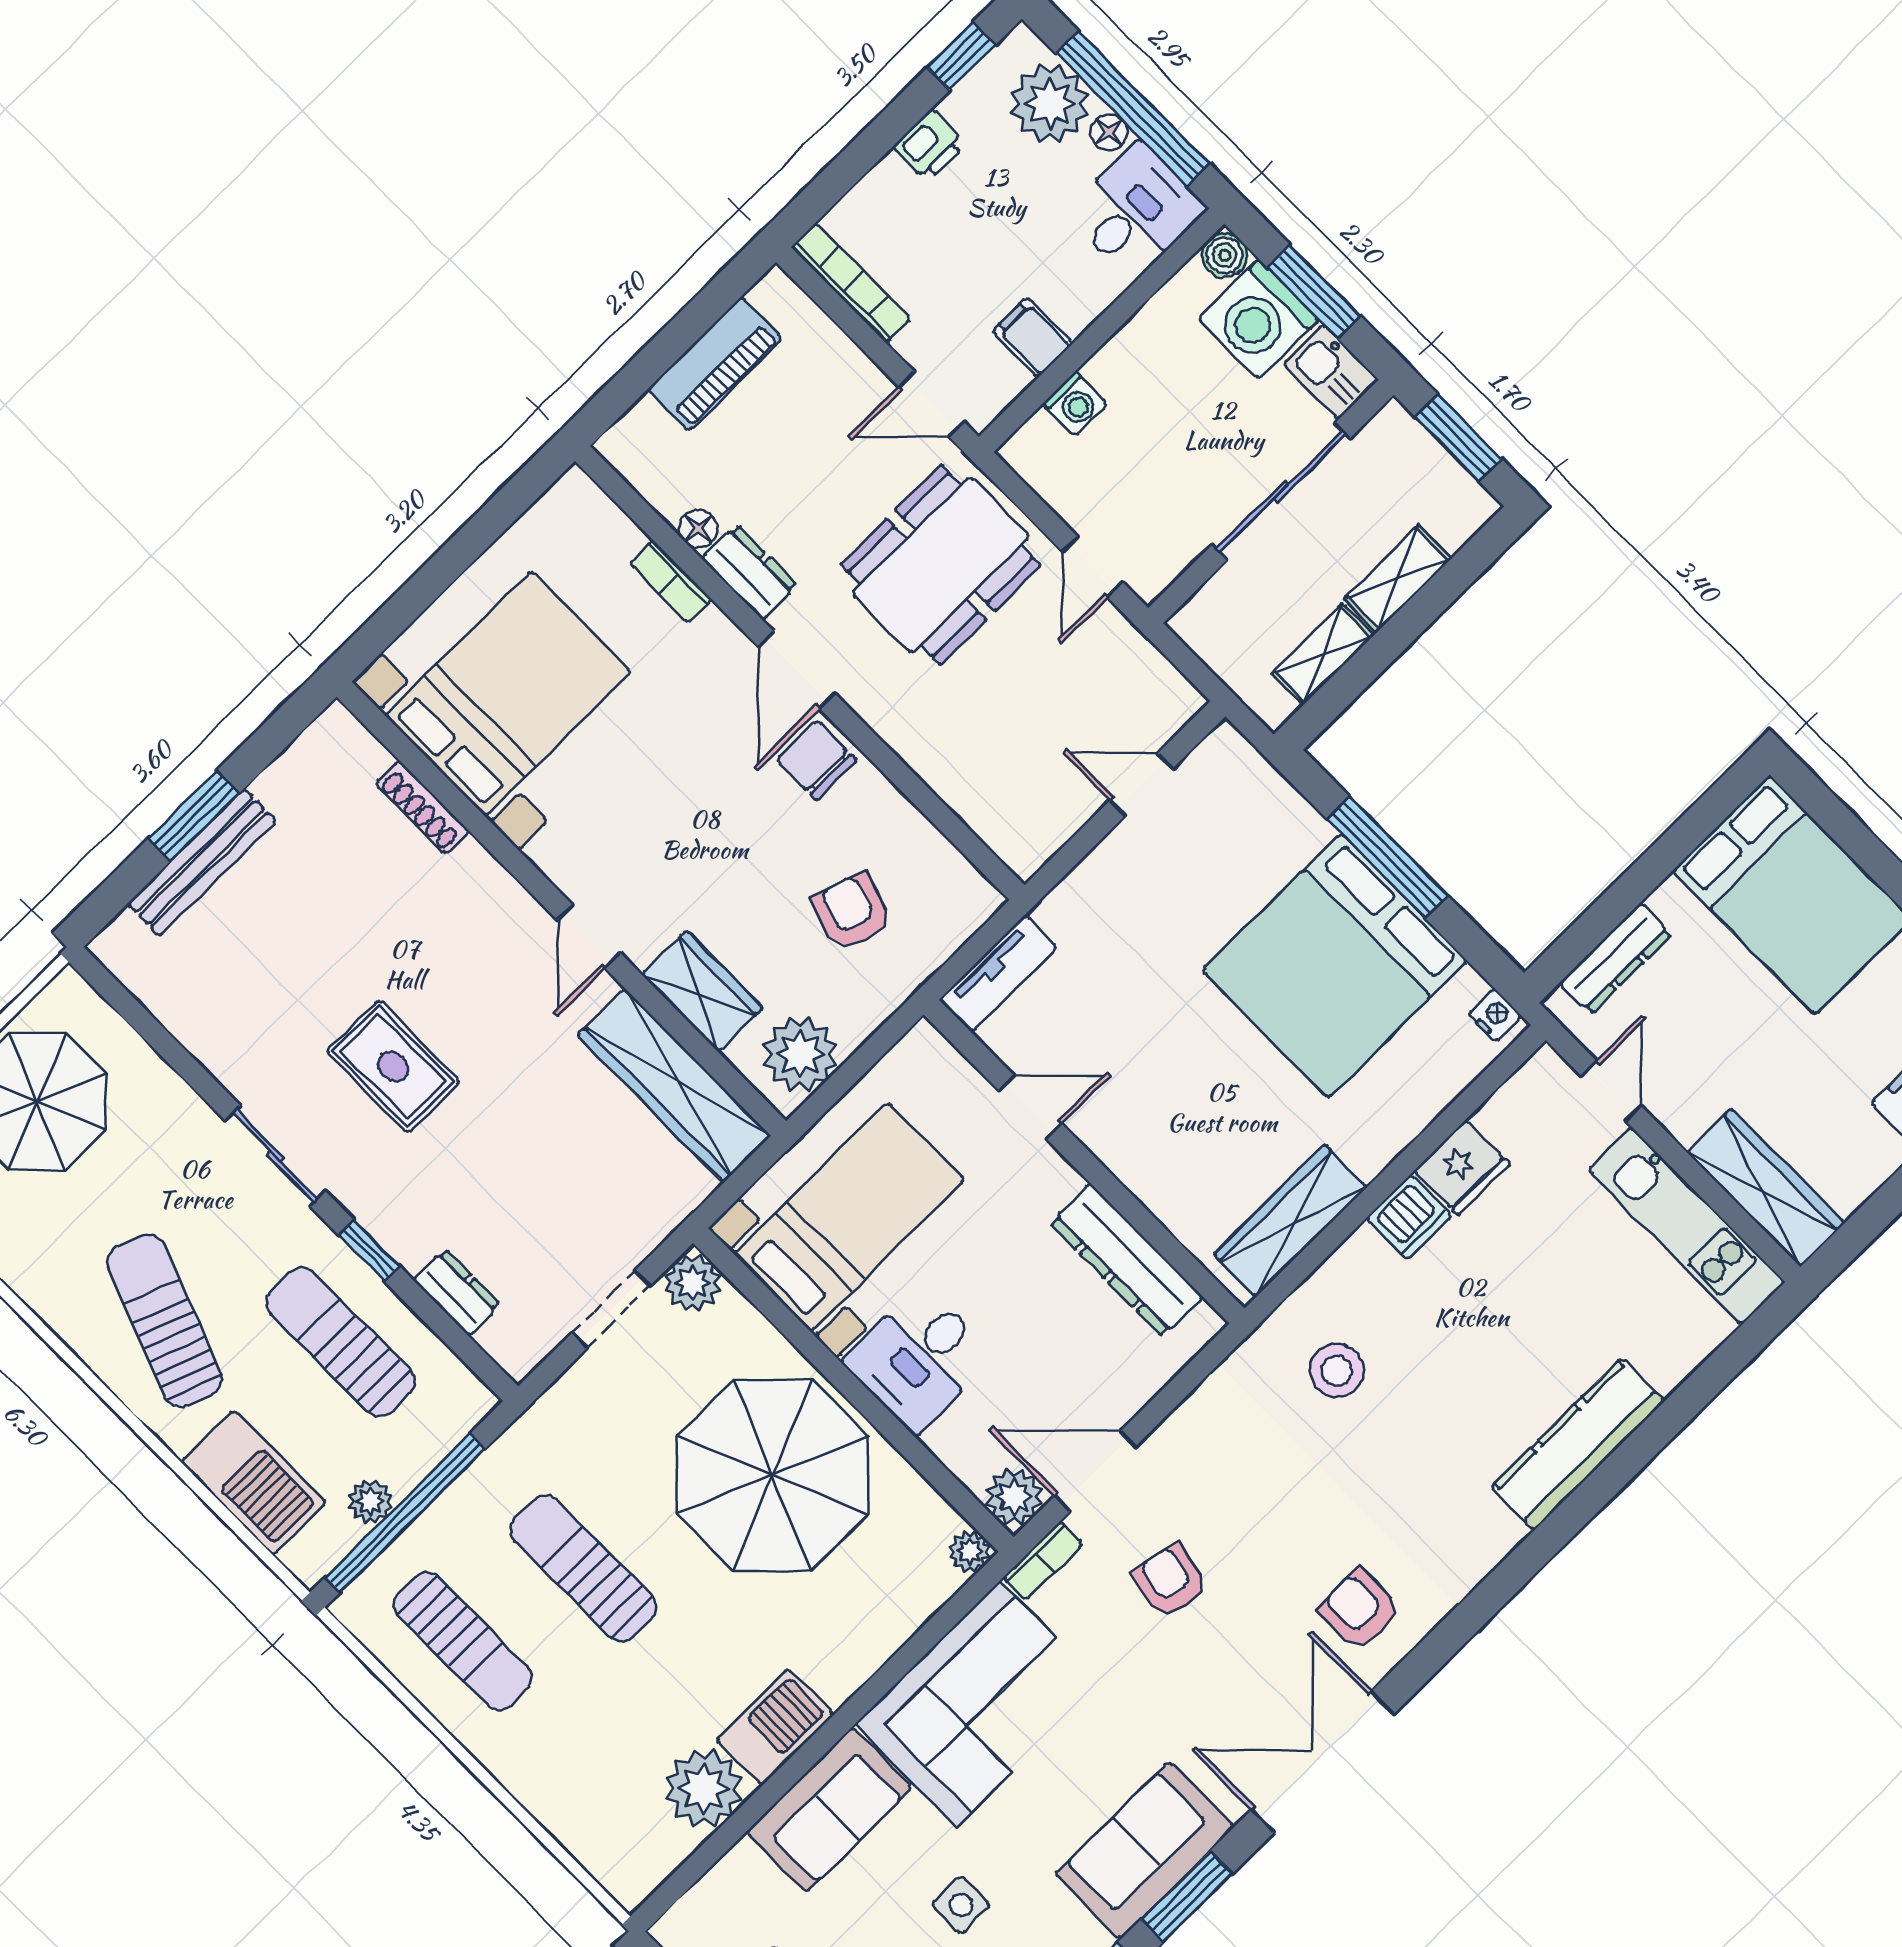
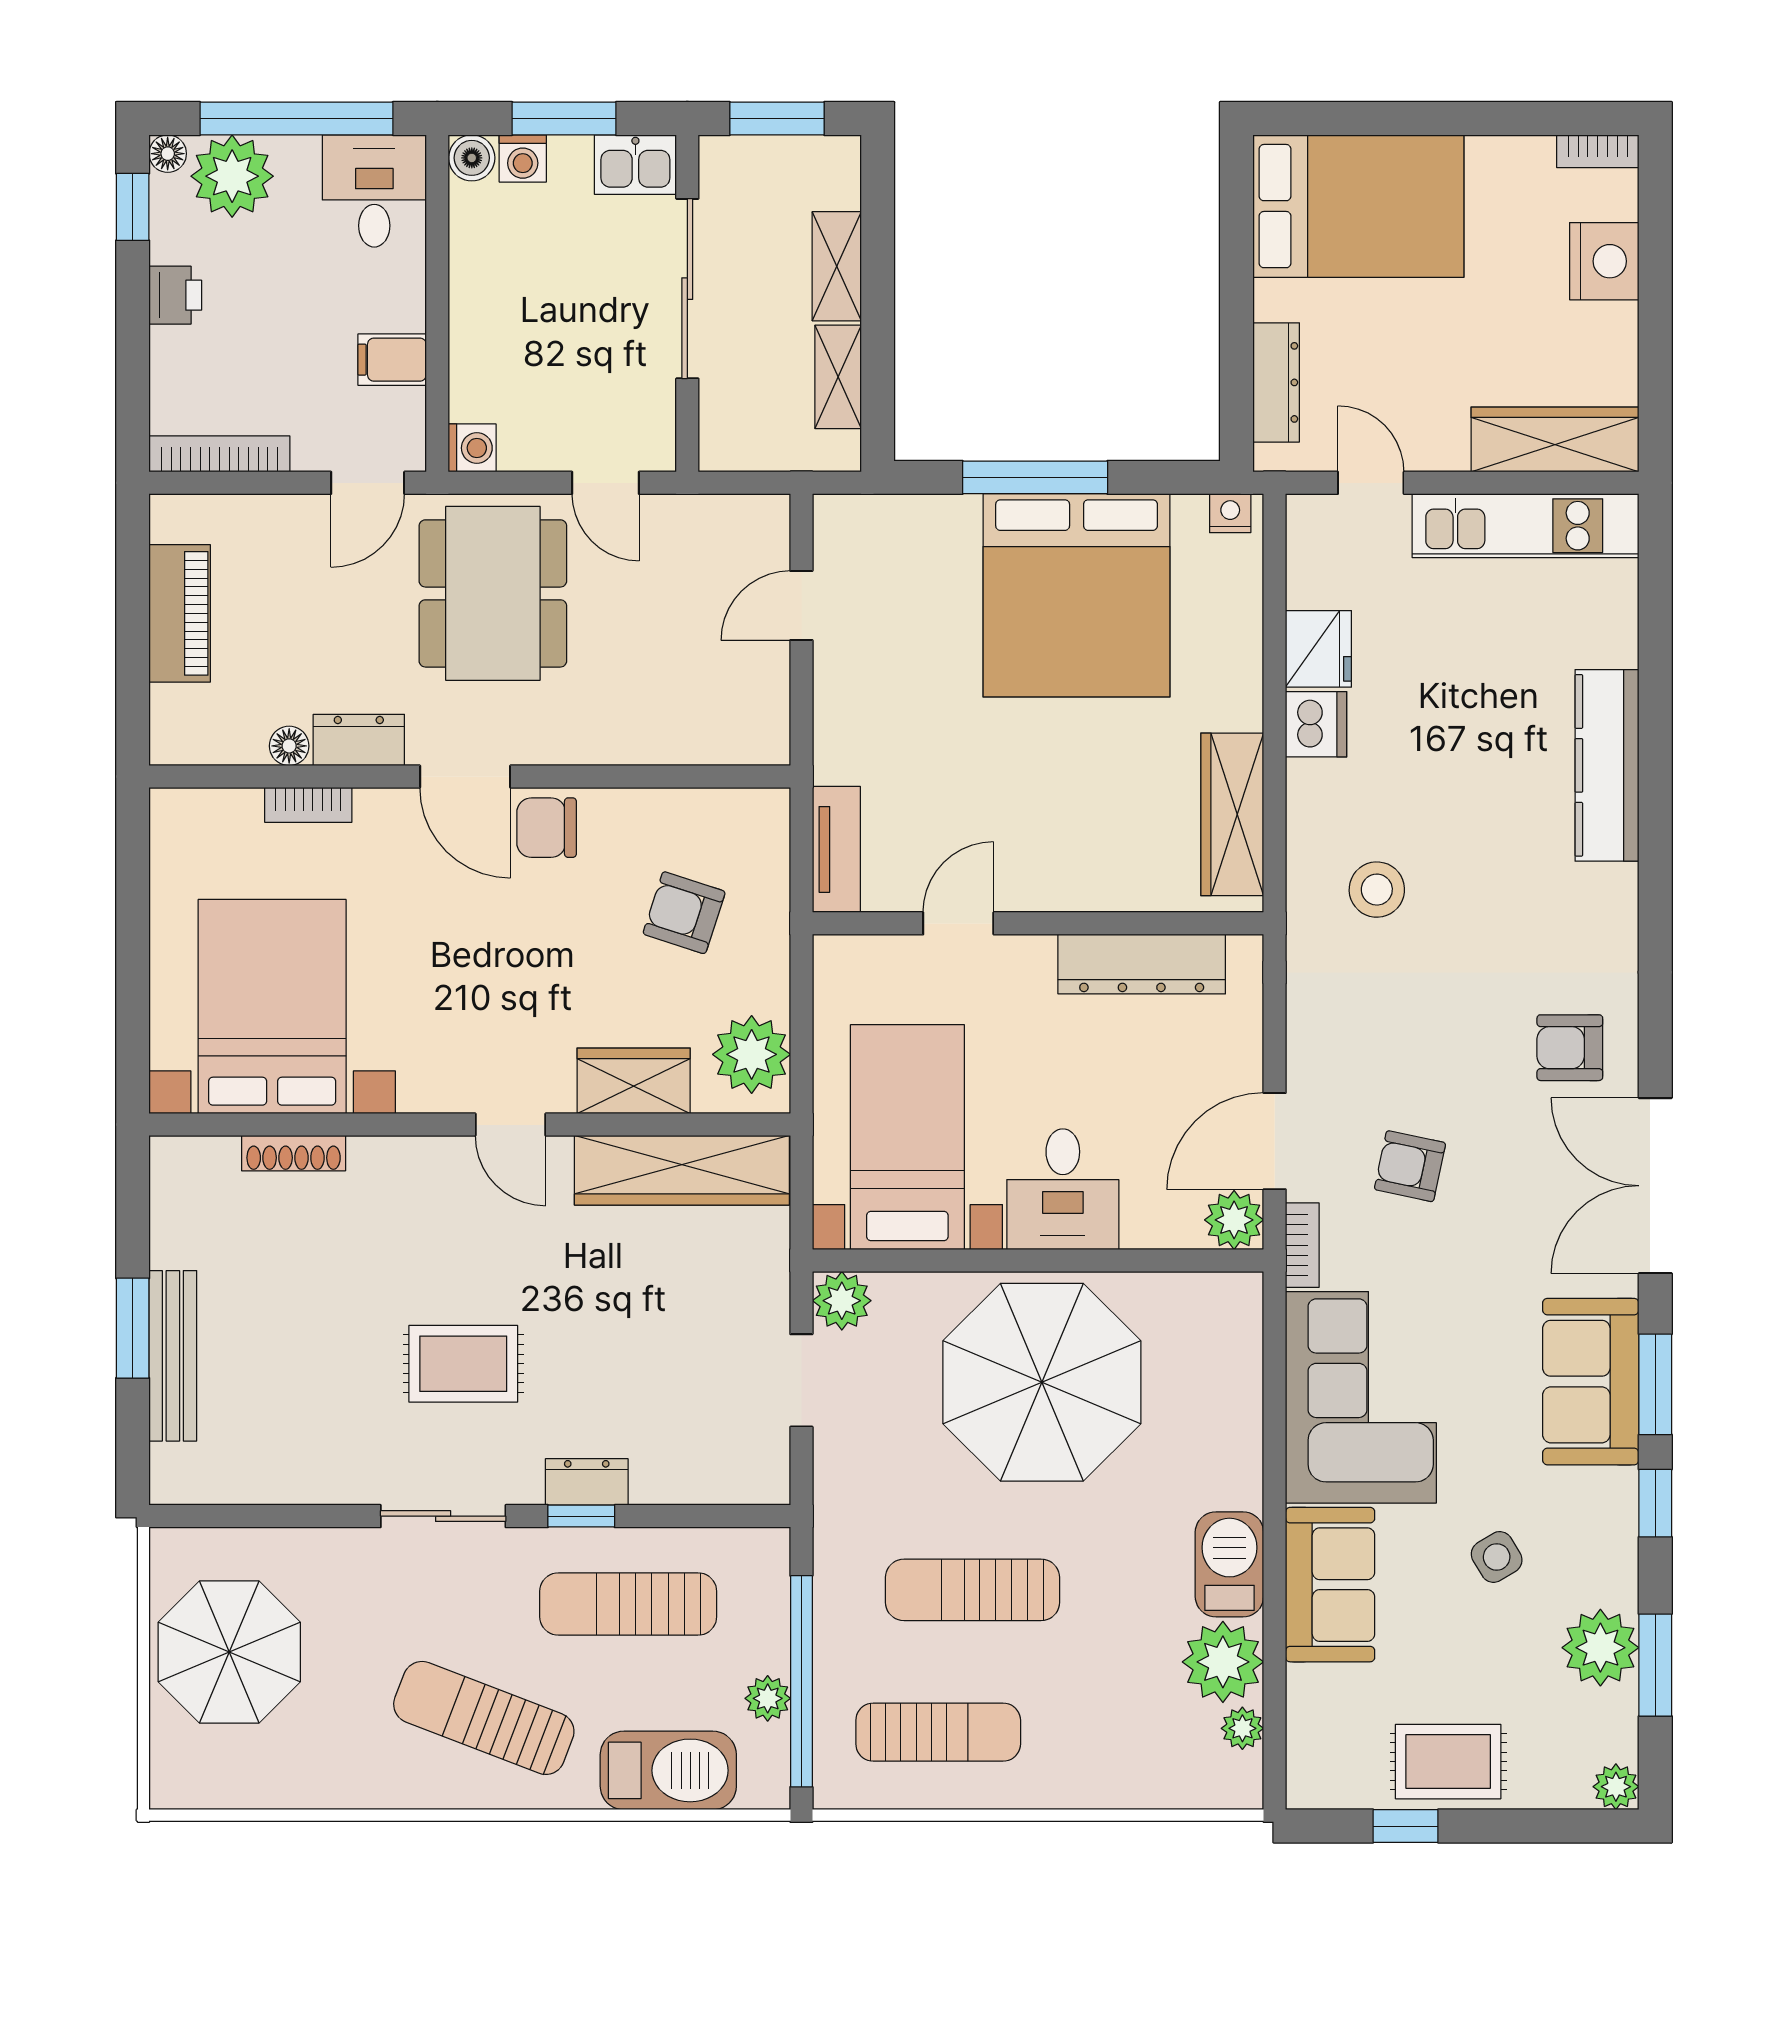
floor lamp: (1109, 132) -> (168, 154), moved
washing machine: (1259, 319) -> (523, 158), width x0.53, depth x0.53
washing machine: (1075, 404) -> (472, 448), moved
dresser: (457, 1292) -> (587, 1482), moved
plant: (970, 1552) -> (1242, 1728), moved
side table: (961, 1905) -> (1497, 1557), turned -31

